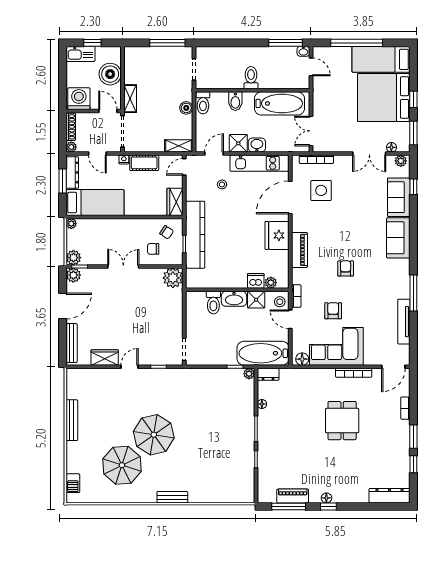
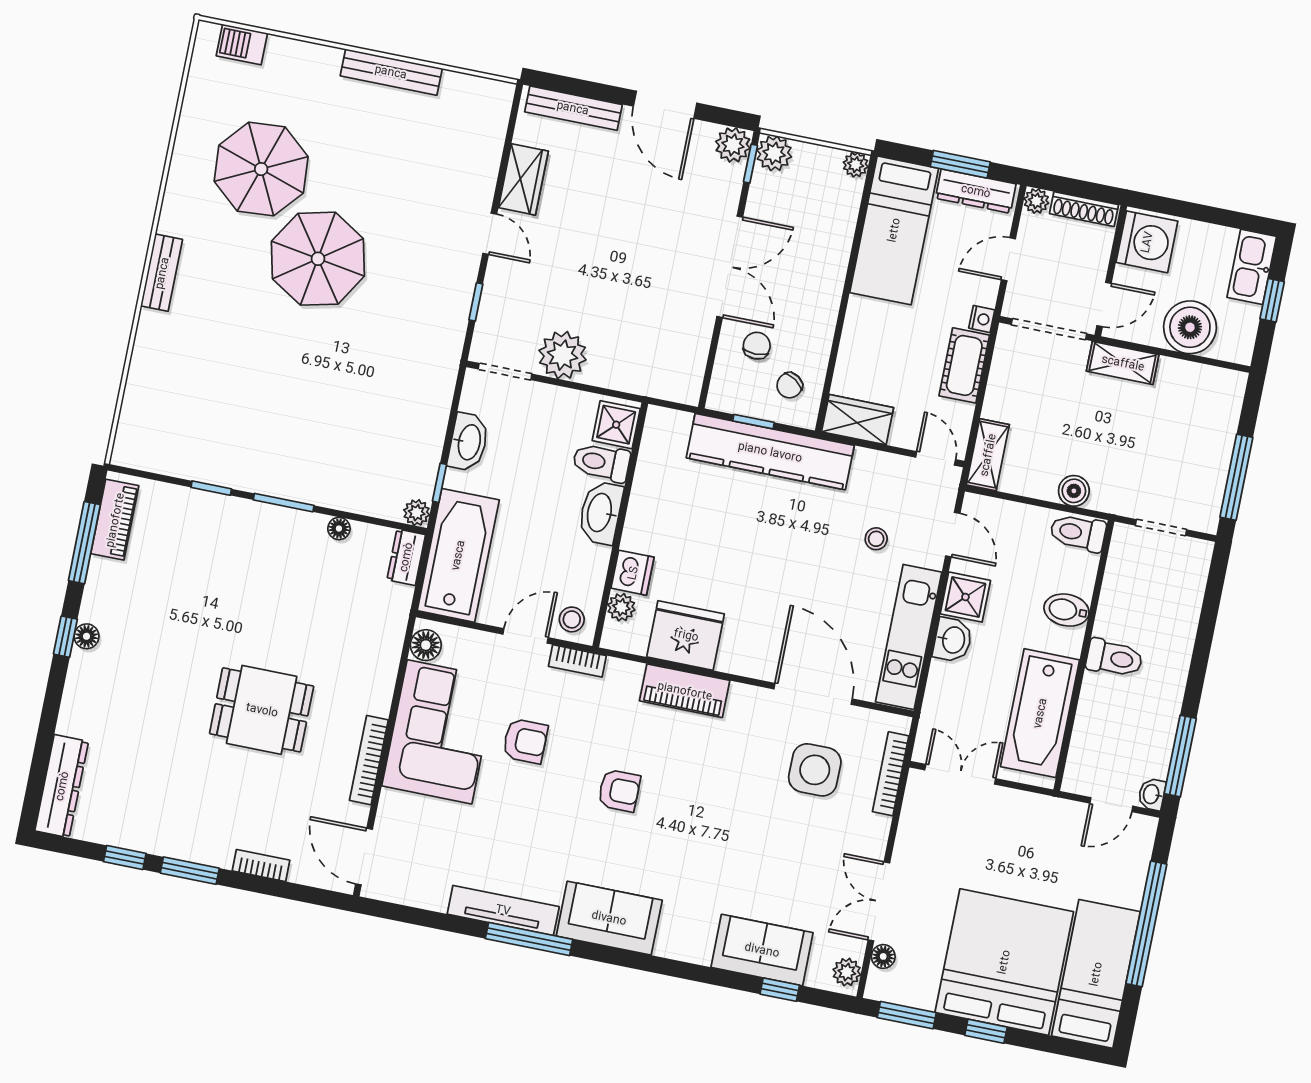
fridge: (277, 235) -> (686, 635), moved
sofa: (398, 238) -> (609, 918), moved
double door: (123, 266) -> (730, 267), width x1.37
plant: (173, 278) -> (562, 355), moved
shower: (256, 300) -> (616, 425), moved
tv unit: (404, 322) -> (503, 910), moved
washbasin: (216, 358) -> (468, 442), added
piano: (293, 496) -> (115, 520), moved

